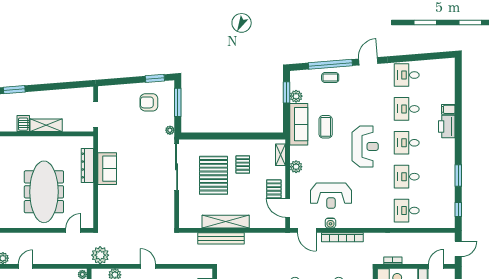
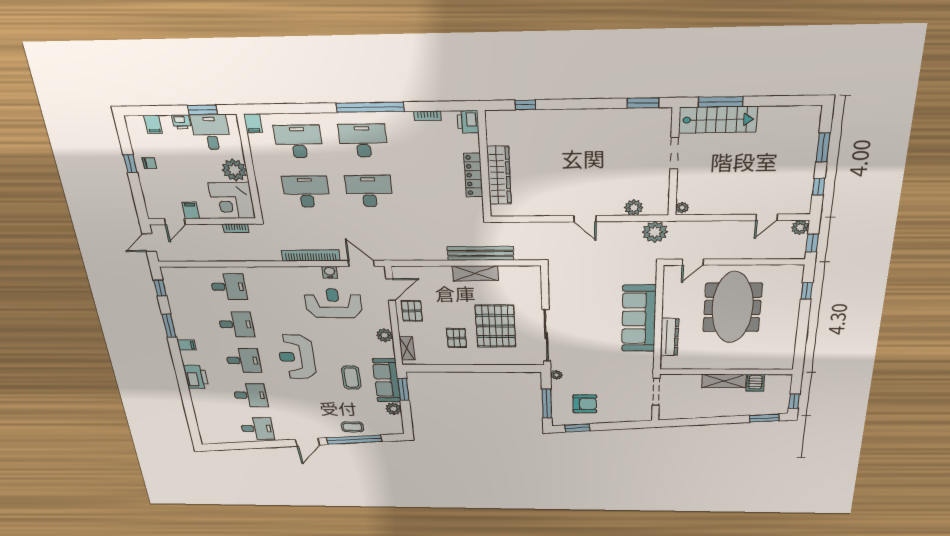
window: (287, 92) -> (403, 389), moved
filing cabinet: (448, 109) -> (186, 345), moved
sofa: (107, 169) -> (639, 318), width x1.85, depth x1.27
door: (288, 208) -> (391, 290), hinge flipped
shelving: (226, 222) -> (475, 273), width x0.68

